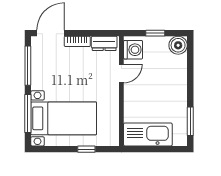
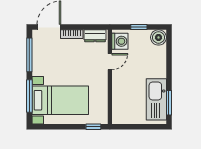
kitchen sink: (148, 134) -> (156, 99), moved, turned -90
window: (86, 149) -> (93, 127), moved

